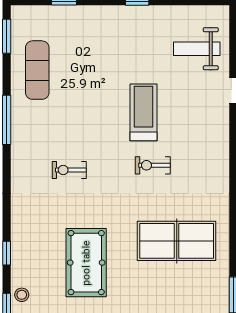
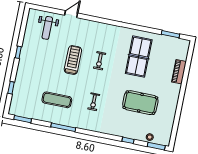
exercise mat: (37, 70) -> (57, 100), moved
treadmill: (143, 112) -> (73, 60), turned 90

